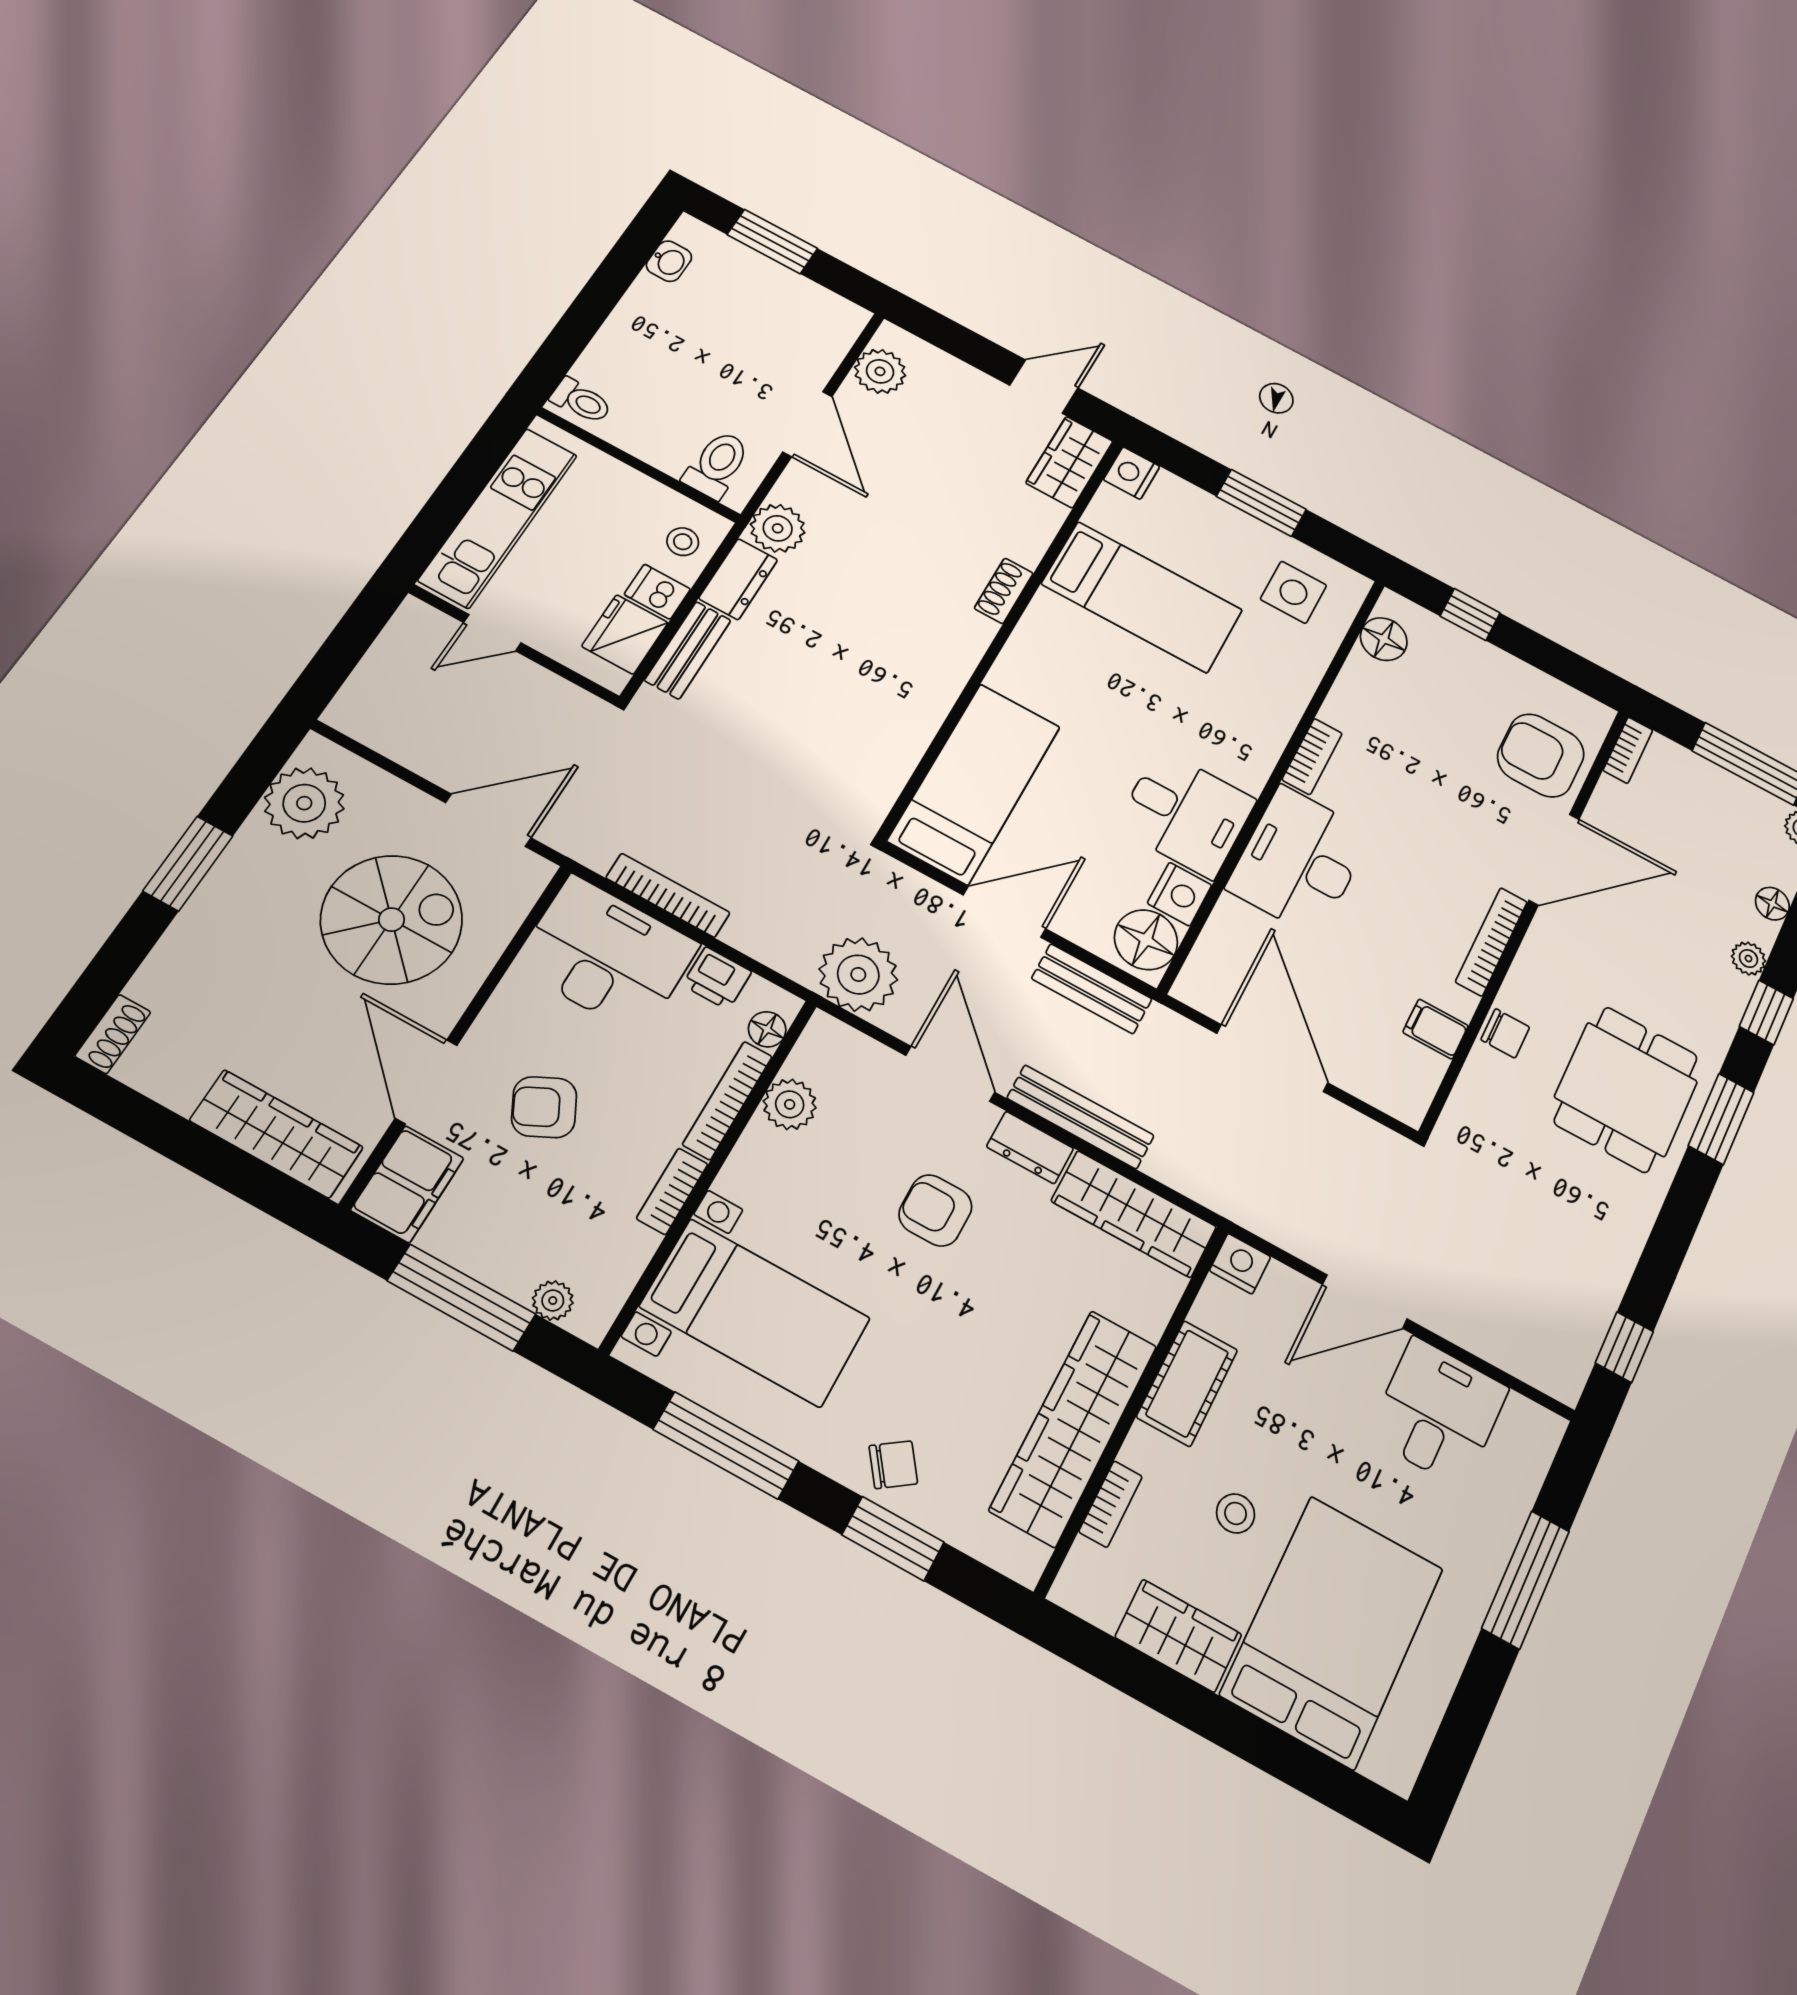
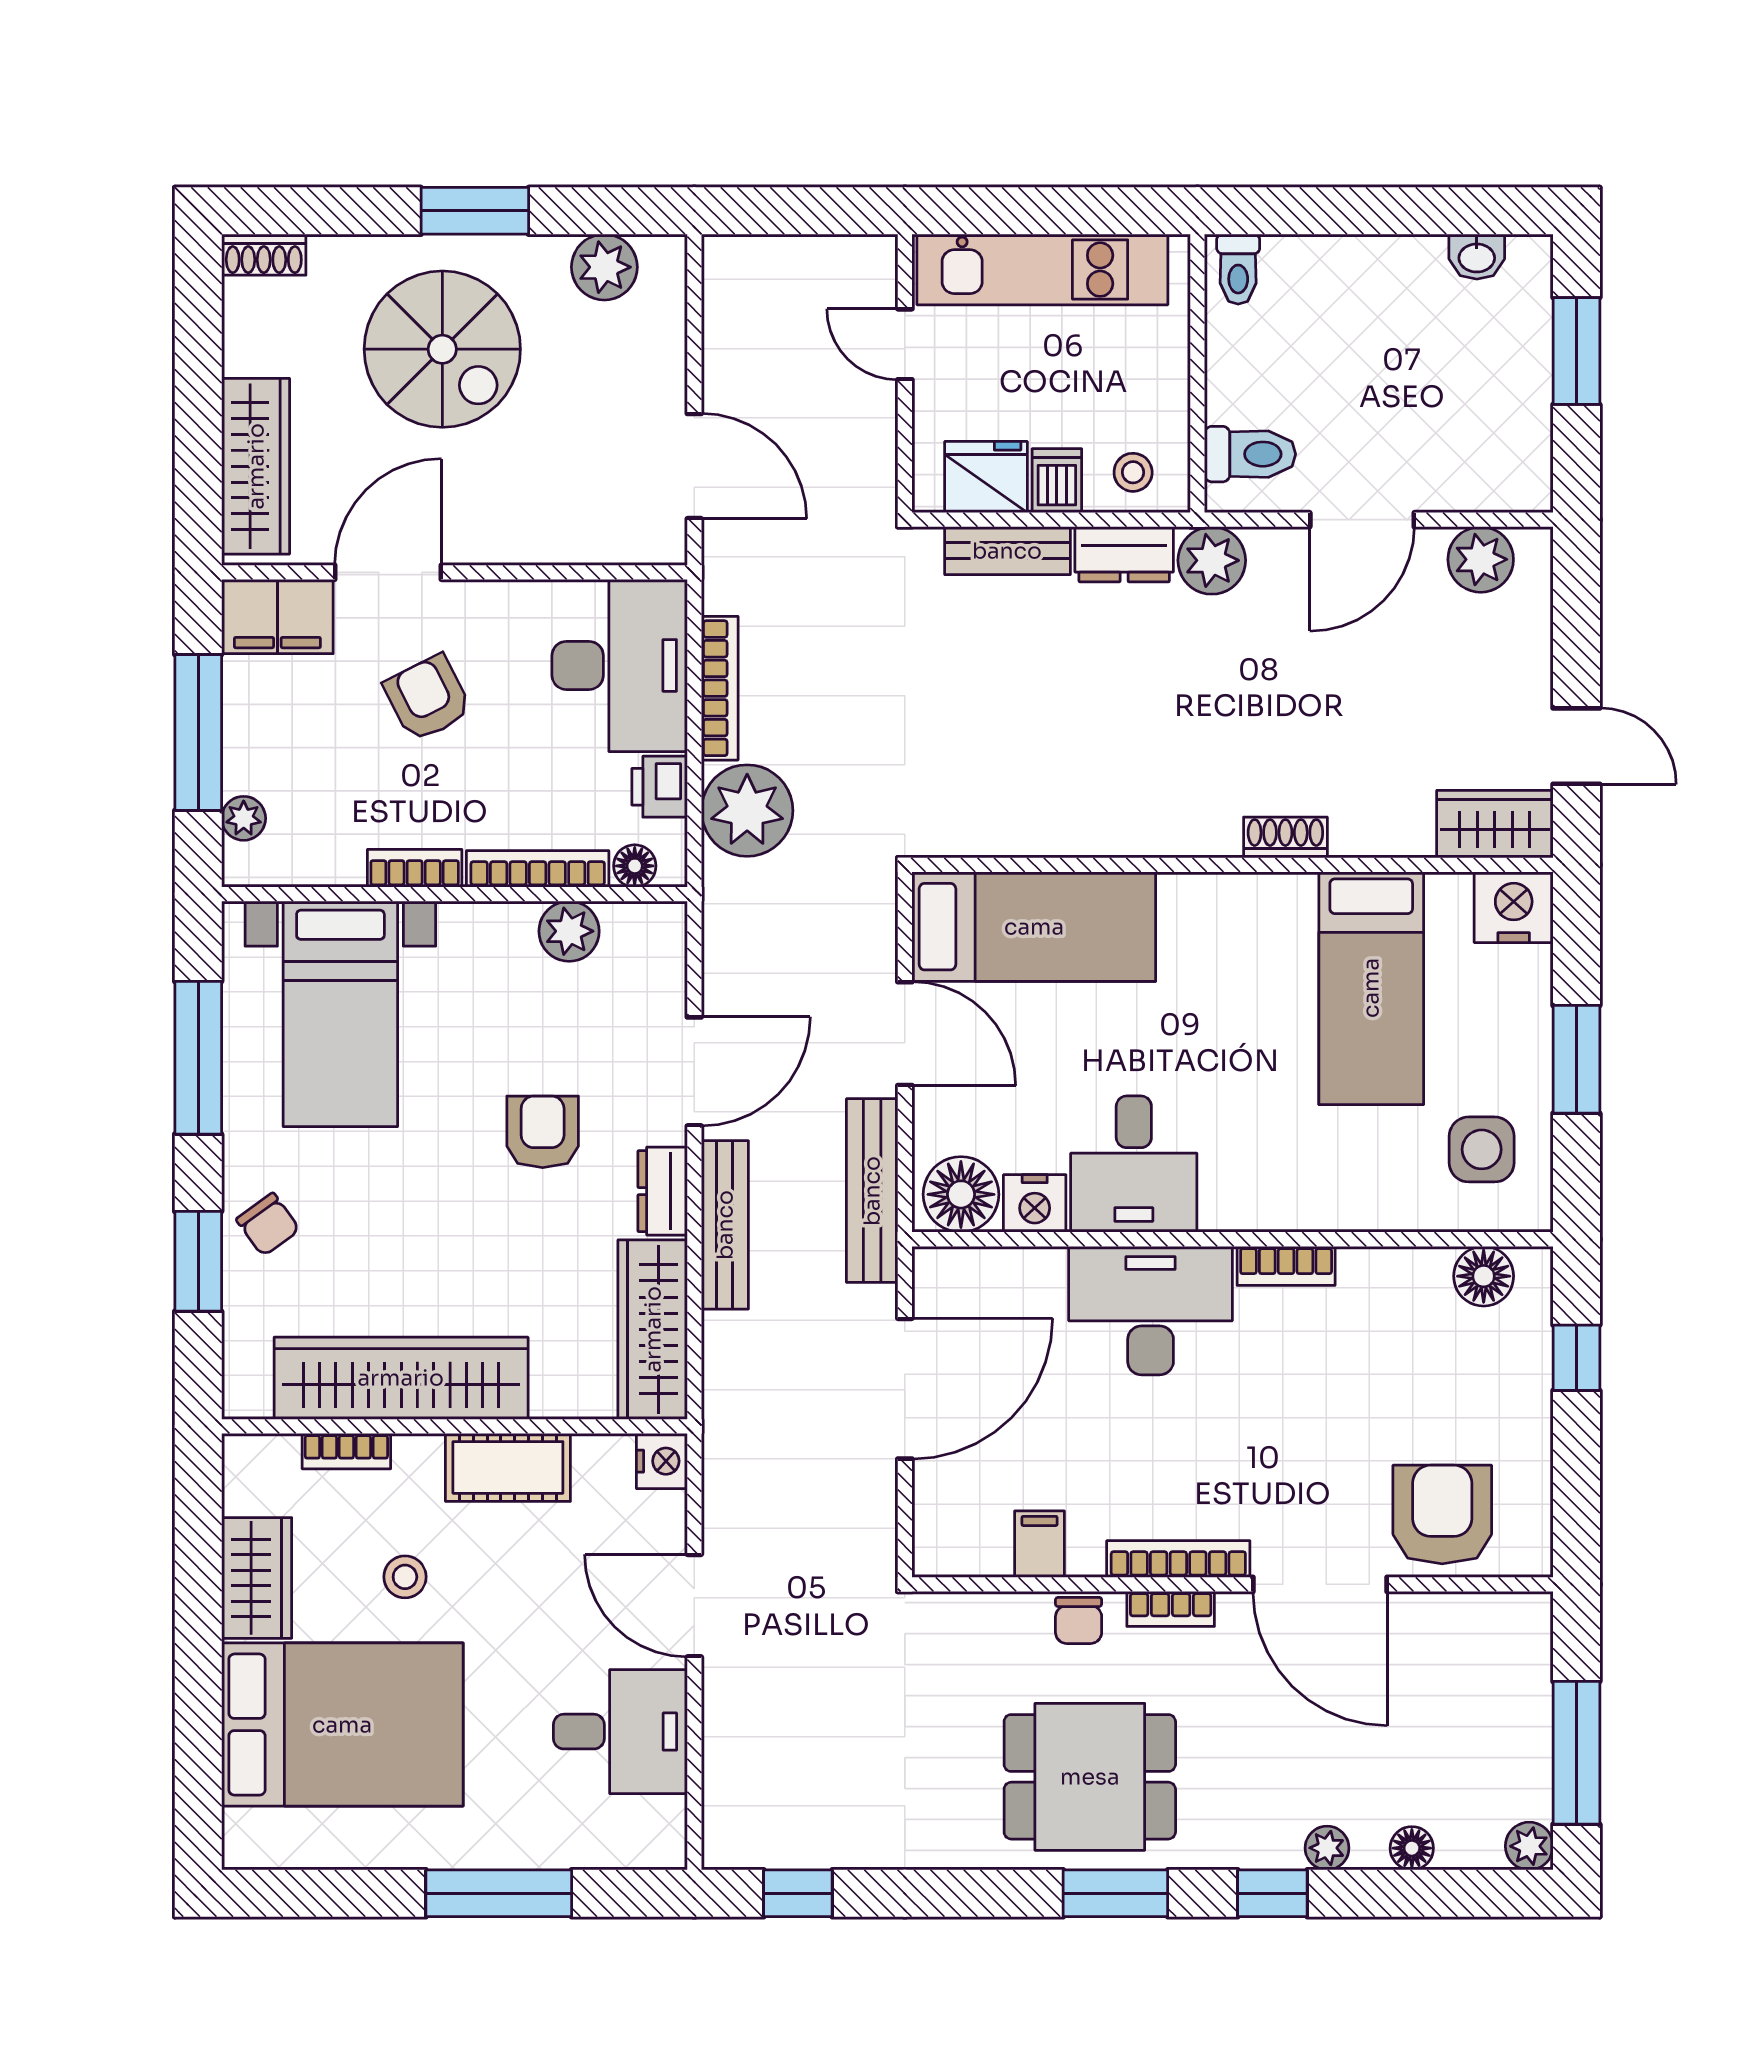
nightstand: (1132, 473) -> (1514, 907), width x1.36, depth x1.33
bookcase: (1628, 750) -> (1171, 1609), moved
plant: (304, 803) -> (604, 267), width x0.73, depth x0.73
spiral stairs: (392, 920) -> (442, 349), moved
plant: (858, 974) -> (747, 811), moved
bench: (1092, 989) -> (872, 1191), width x1.36

